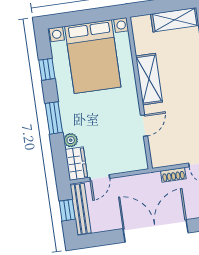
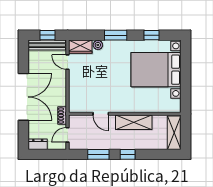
shelving: (149, 79) -> (134, 122), moved
wall: (139, 93) -> (125, 114), moved
door: (144, 126) -> (101, 114), moved

